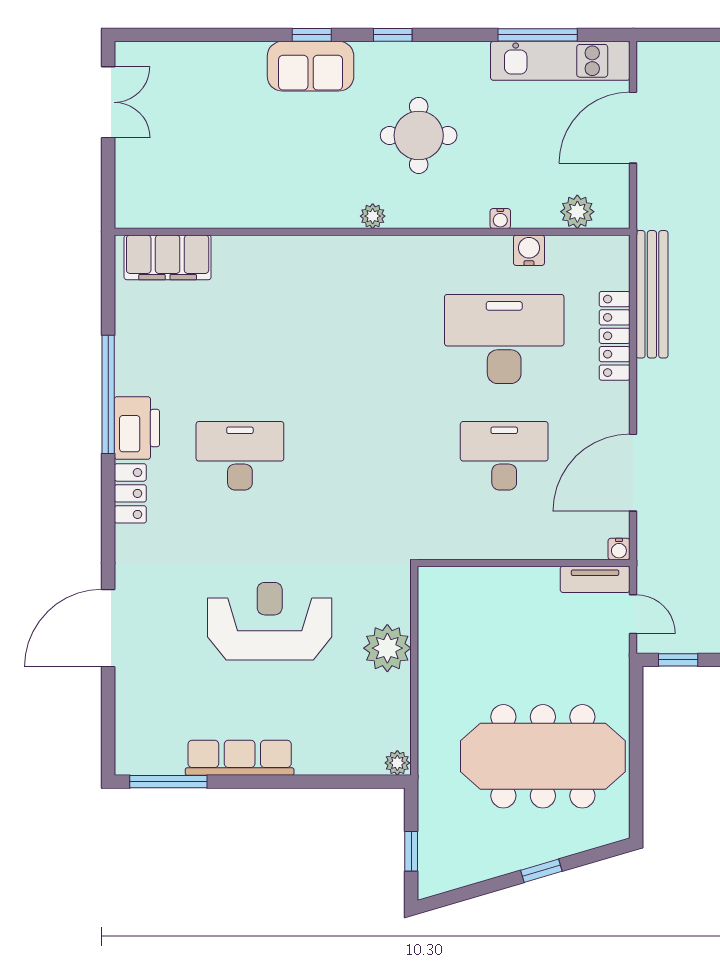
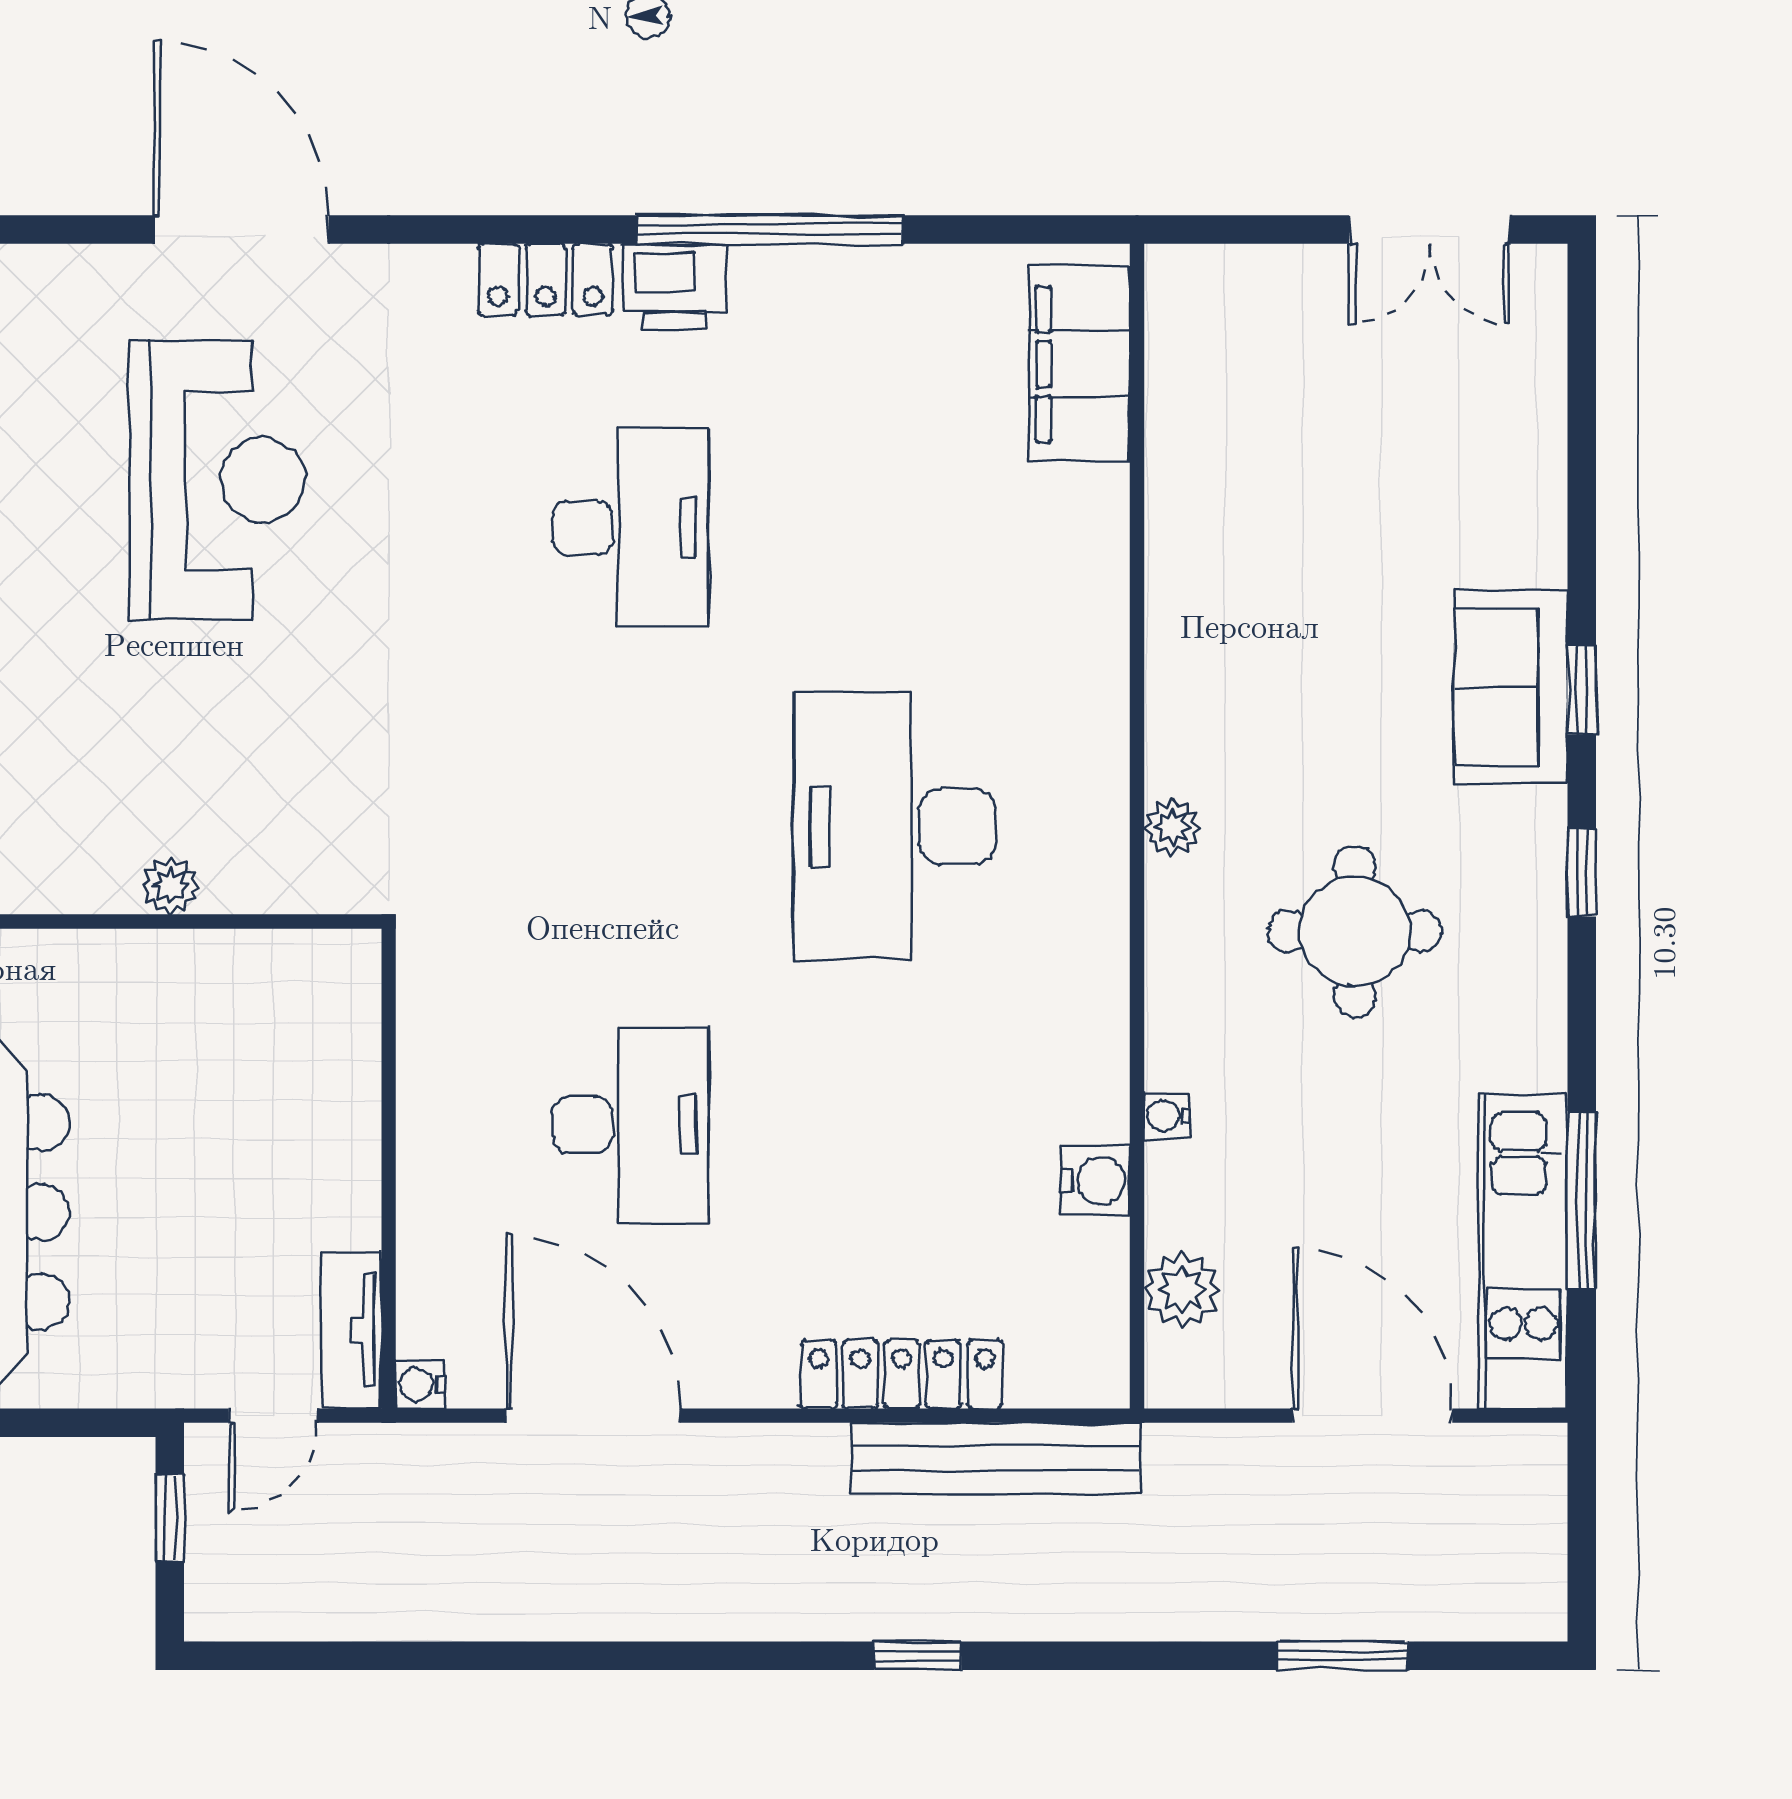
desk: (504, 339) -> (895, 826), moved, turned 180
printer: (137, 428) -> (674, 286), width x0.73, depth x0.84
reception desk: (270, 621) -> (217, 480), moved
plant: (387, 648) -> (171, 886), width x0.53, depth x0.53

